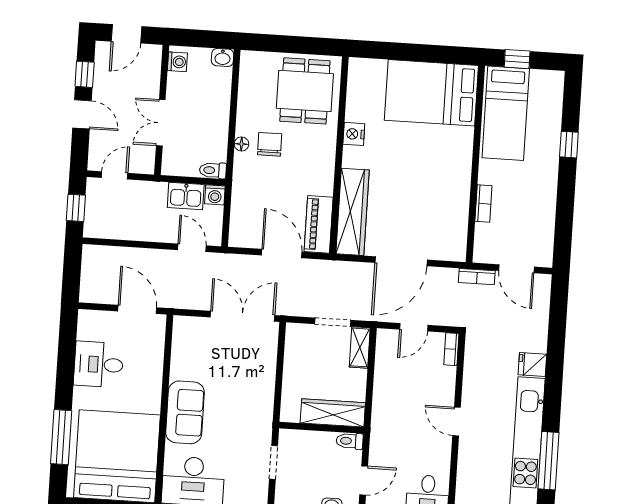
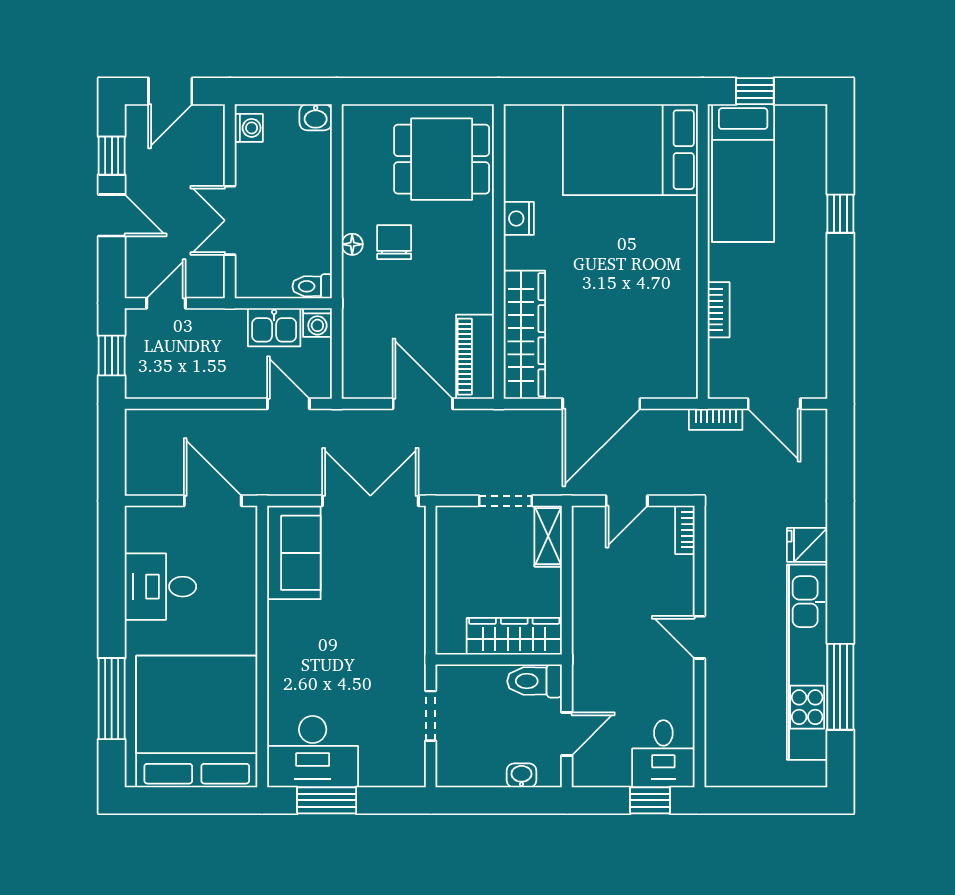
dining table: (305, 91) -> (442, 159), turned 90
sofa: (185, 412) -> (294, 553), moved
toilet: (350, 441) -> (534, 681), width x1.37, depth x1.39

